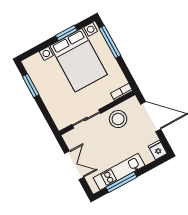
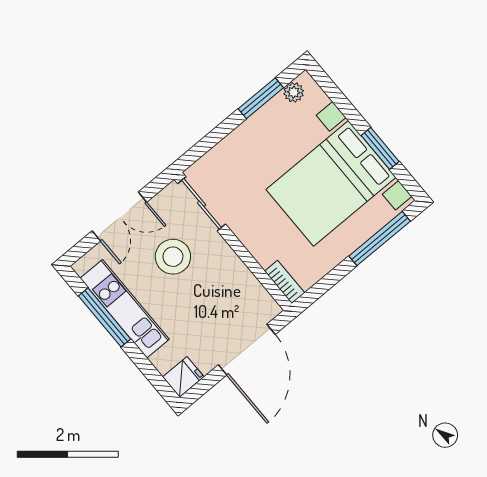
plant: (31, 69) -> (294, 92), added
sliding door: (86, 119) -> (202, 204), moved
stool: (118, 119) -> (173, 257), moved

